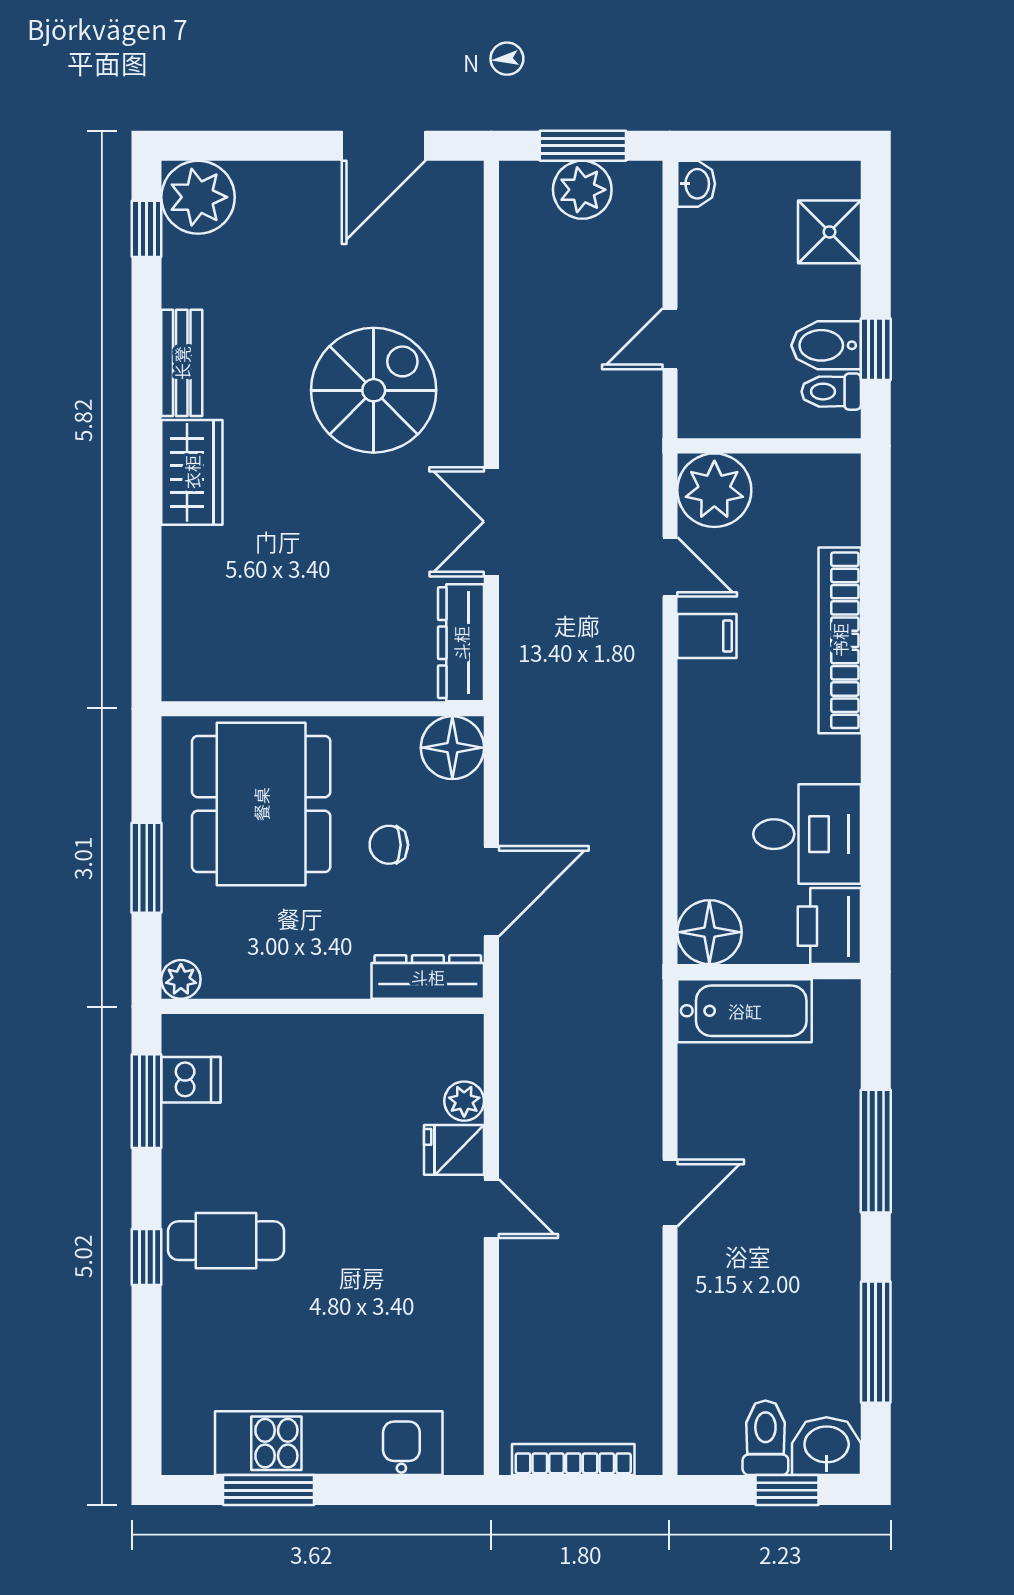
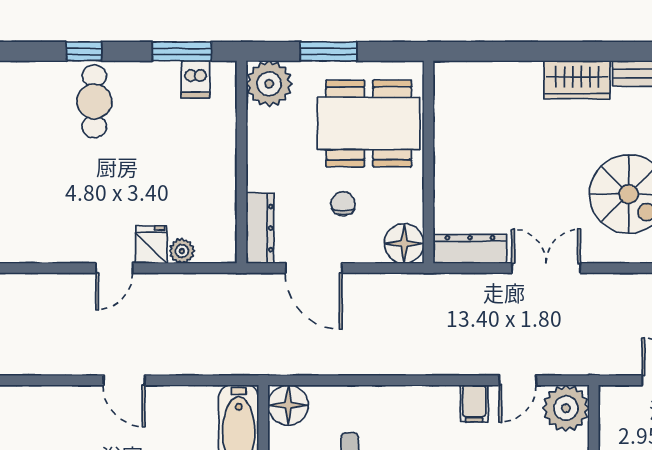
plant: (181, 979) -> (269, 84), width x1.88, depth x1.88

